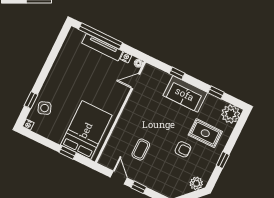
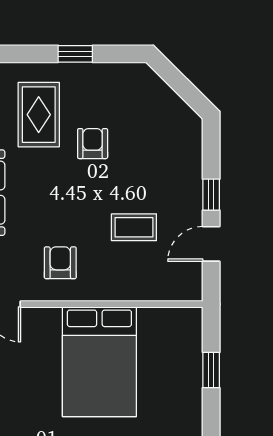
armchair: (141, 113) -> (60, 263), added
bed: (86, 130) -> (99, 362), moved, turned -90
plant: (196, 183) -> (148, 84), removed

